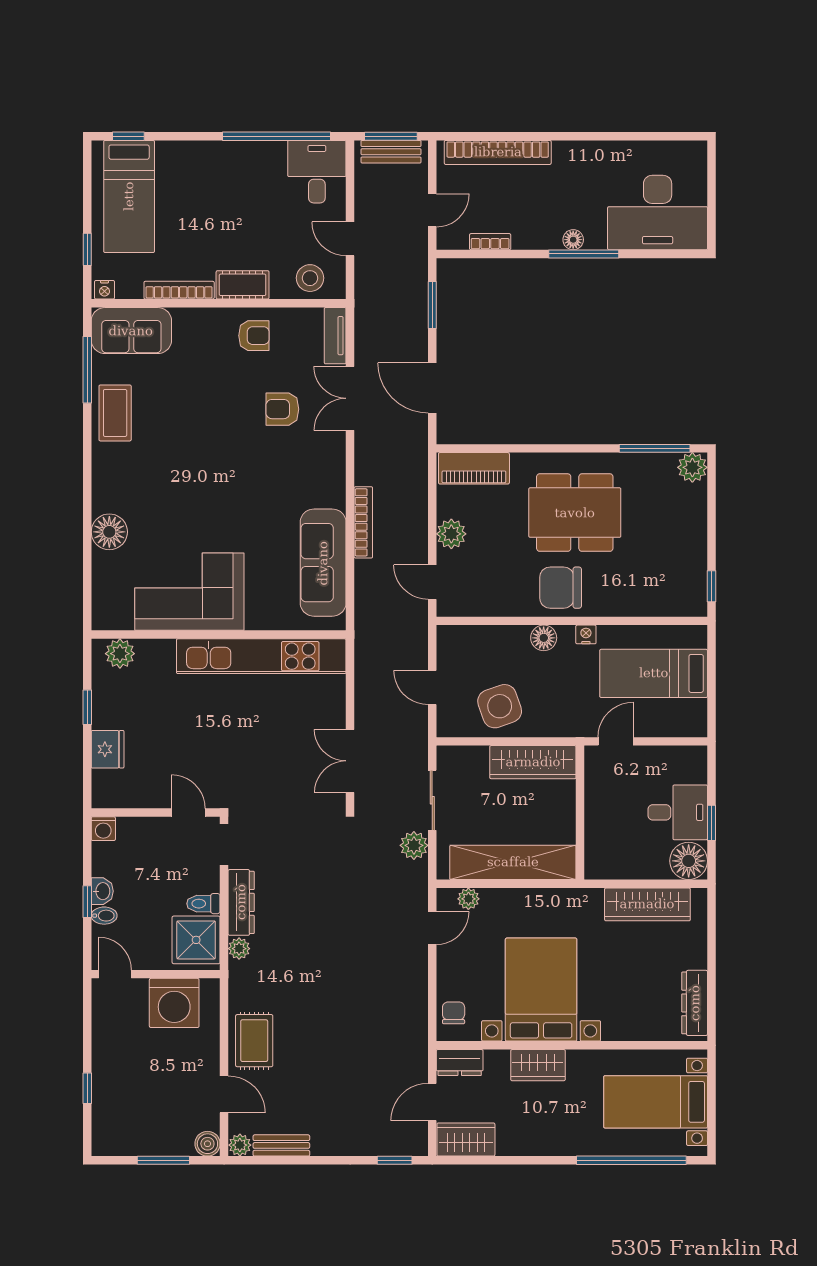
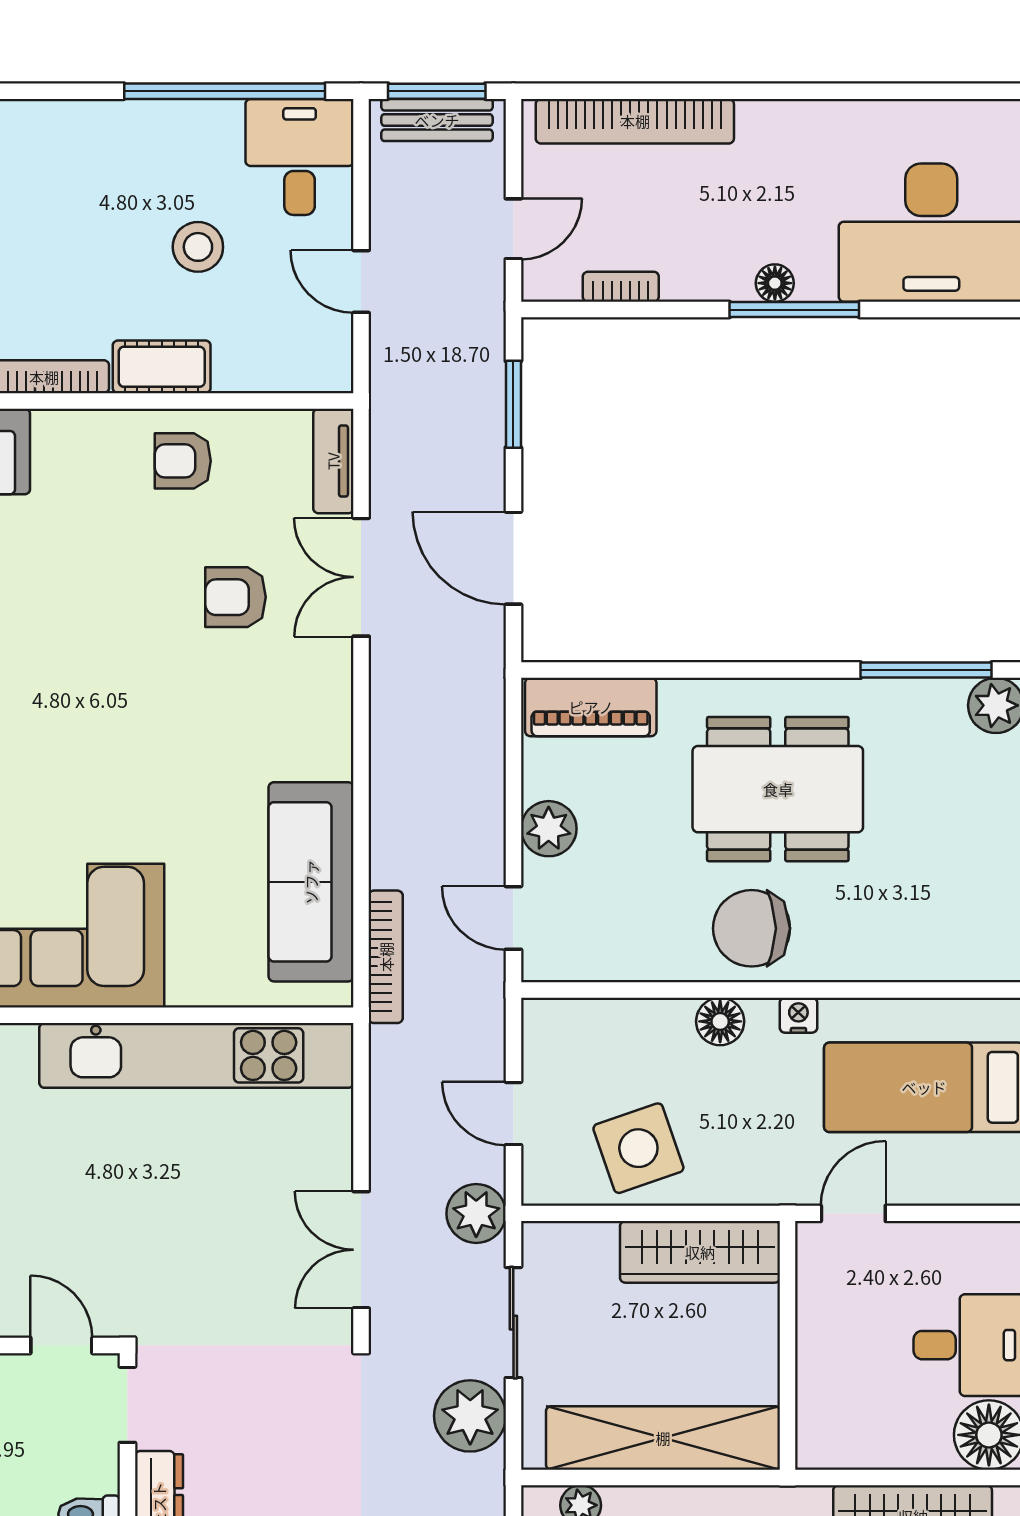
stool: (310, 278) -> (198, 247), moved
armchair: (254, 336) -> (183, 461), turned 180
bookcase: (363, 522) -> (386, 957), moved
plant: (412, 741) -> (476, 1214), added
plant: (414, 845) -> (470, 1416), width x1.36, depth x1.36

